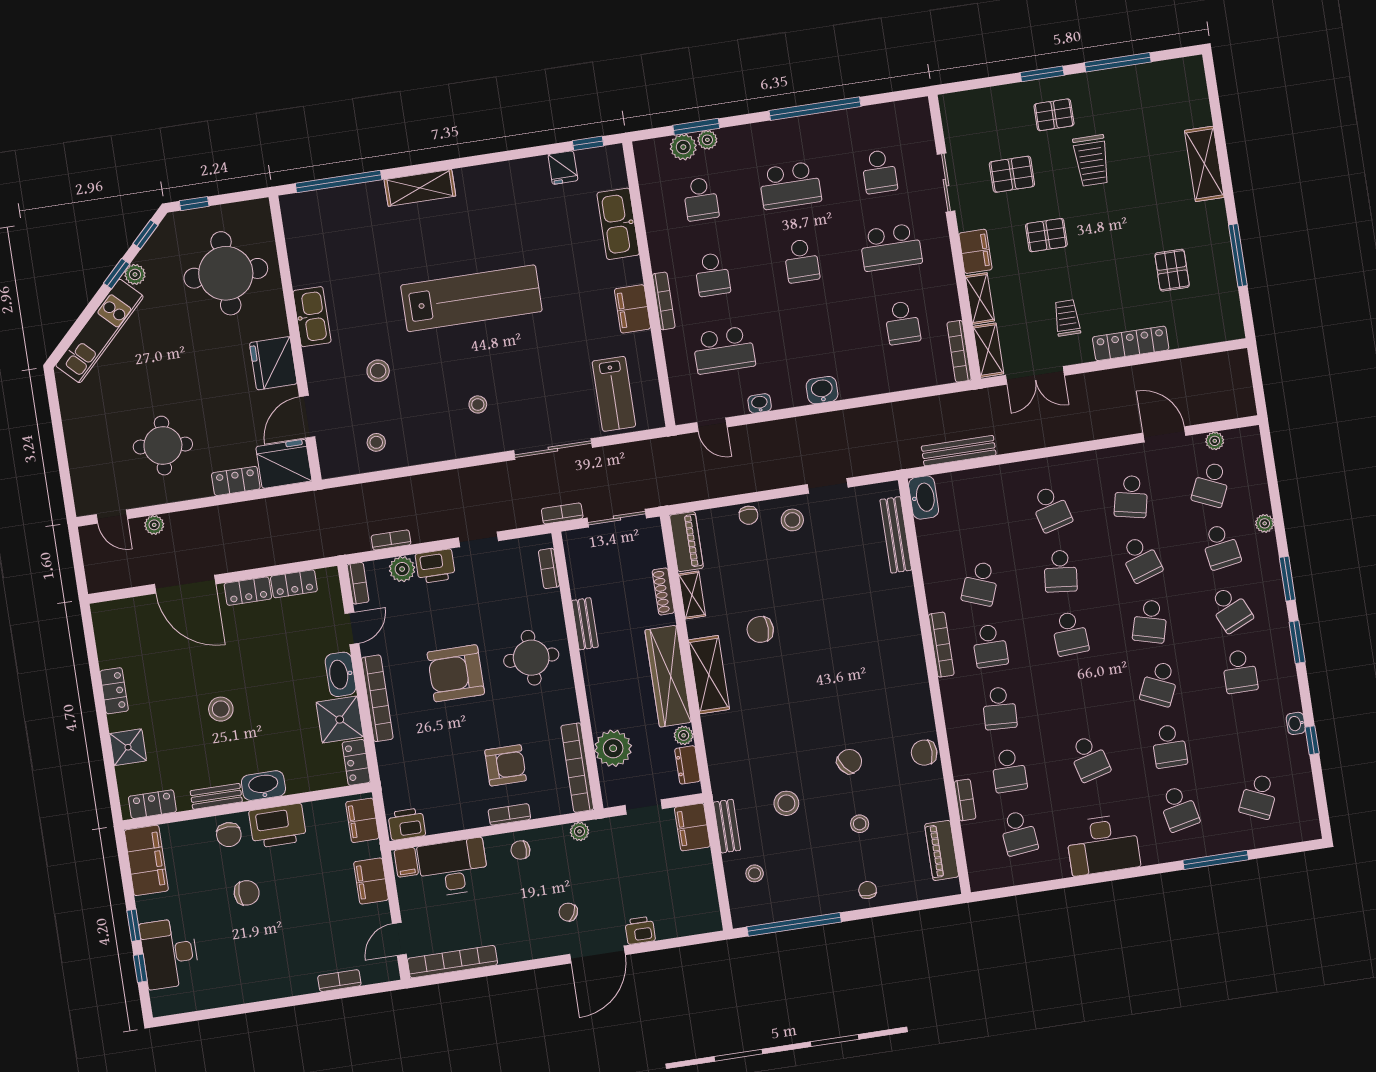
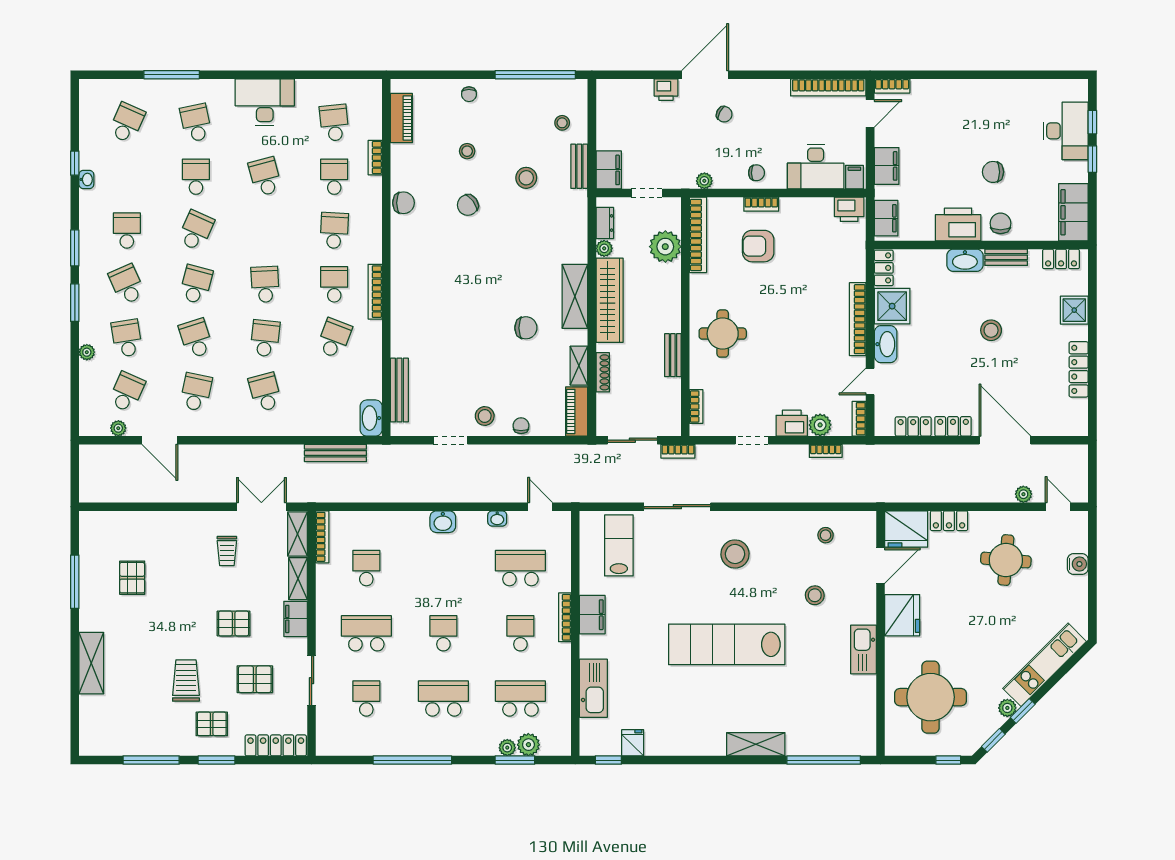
school desk: (701, 199) -> (520, 699), width x1.85
locker: (1131, 343) -> (276, 745), moved, turned 180
stool: (478, 404) -> (735, 554), width x1.89, depth x1.89
water cooler: (79, 454) -> (1078, 564), added
armchair: (456, 673) -> (788, 330), removed
locker: (114, 691) -> (1079, 369), width x1.53
bookcase: (339, 981) -> (892, 86), moved

